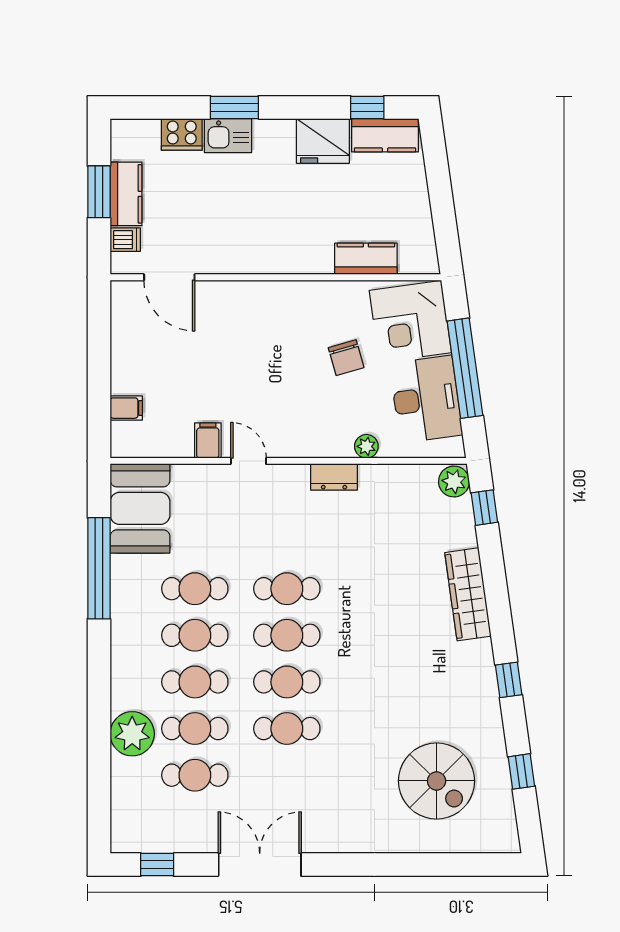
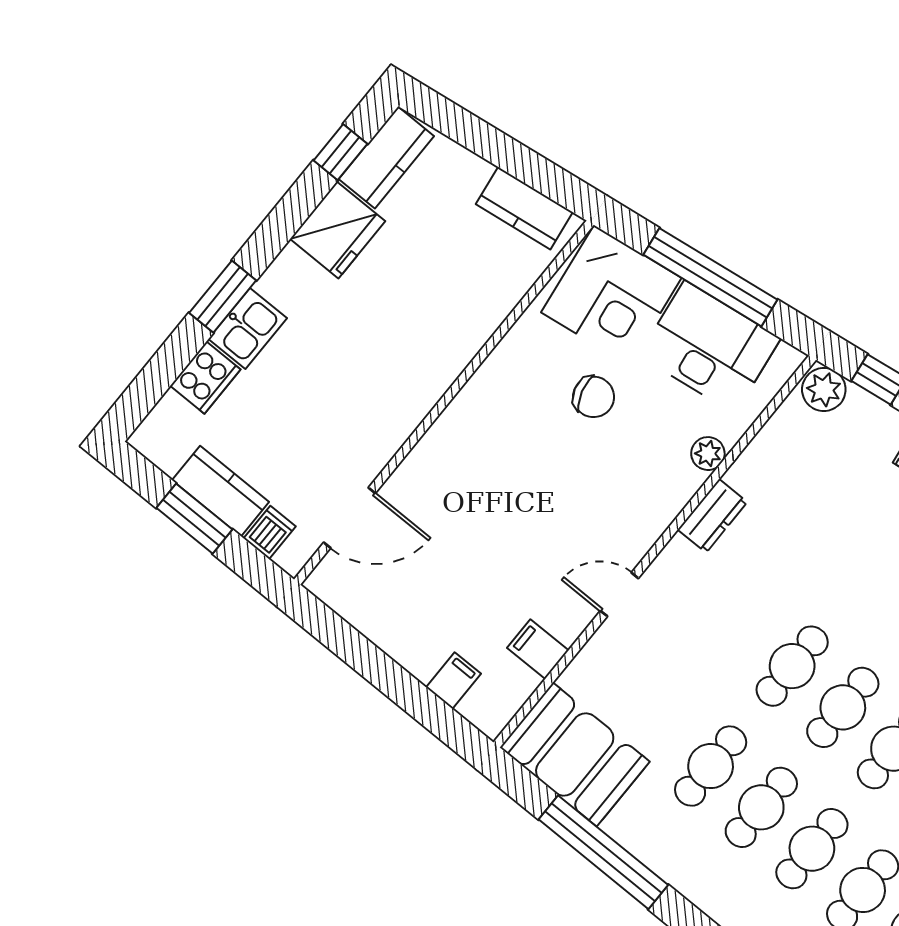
kitchen counter: (366, 259) -> (524, 208), moved, turned -98
filing cabinet: (208, 441) -> (538, 649), moved

